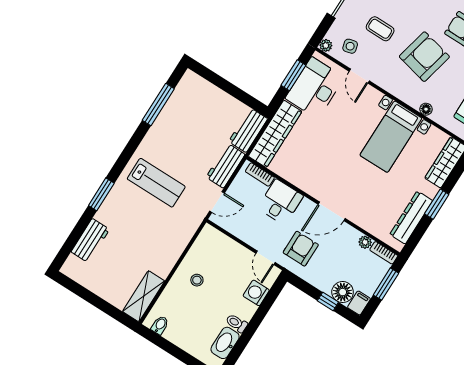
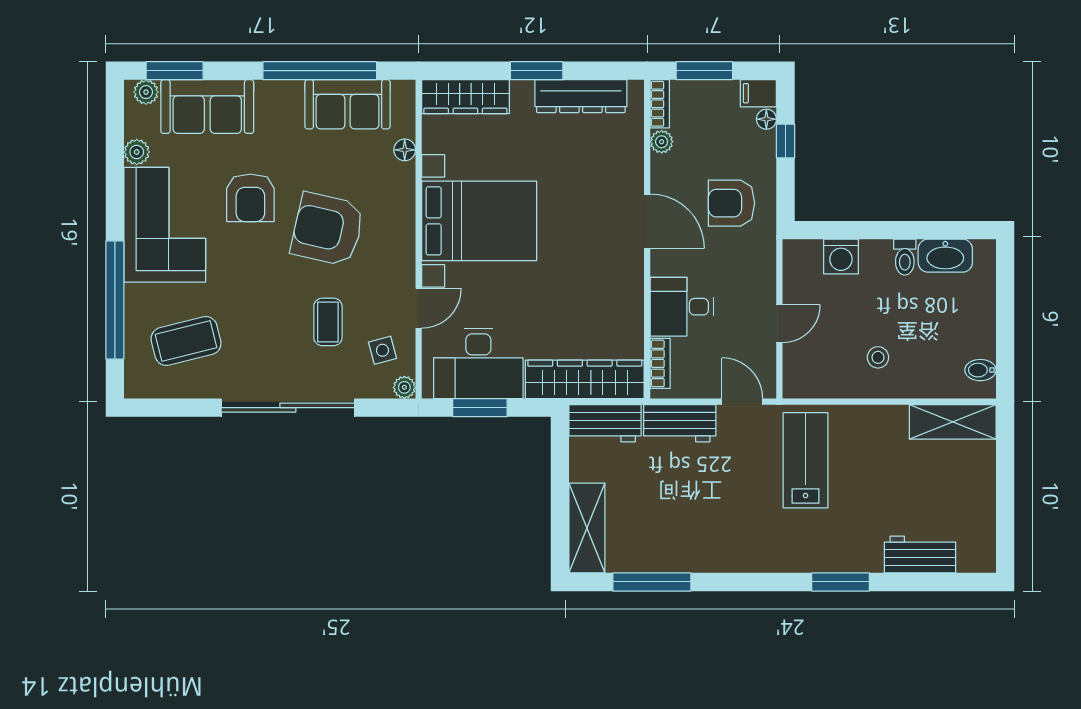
shelving: (204, 90) -> (587, 528), added
floor lamp: (426, 109) -> (405, 150), moved
bed with nightstands: (391, 137) -> (479, 221), width x1.36
lab bench: (156, 183) -> (806, 460), moved
armchair: (301, 249) -> (731, 203), moved
door: (265, 258) -> (779, 324), moved
floor lamp: (343, 292) -> (766, 119), width x0.53, depth x0.53

